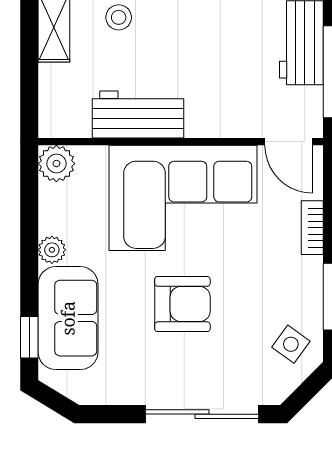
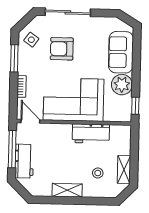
plant: (56, 164) -> (124, 115), removed
plant: (52, 250) -> (122, 85), width x1.88, depth x1.88
armchair: (182, 304) -> (62, 49), moved
window: (29, 337) -> (135, 106), moved

